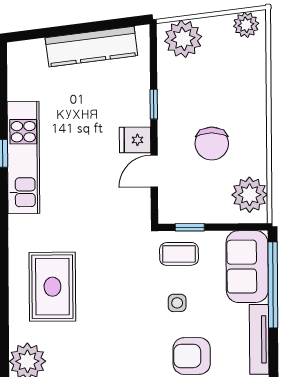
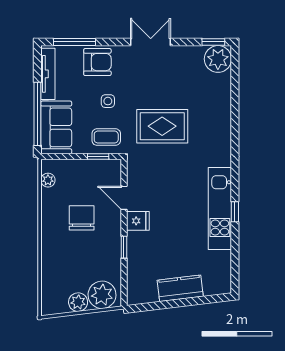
plant: (246, 25) -> (78, 302), moved
kitchen counter: (91, 47) -> (180, 288), width x0.67
door: (154, 171) -> (124, 198), swing flipped
plant: (250, 195) -> (48, 180), width x0.53, depth x0.53
rug: (52, 287) -> (162, 126), moved, turned 90

